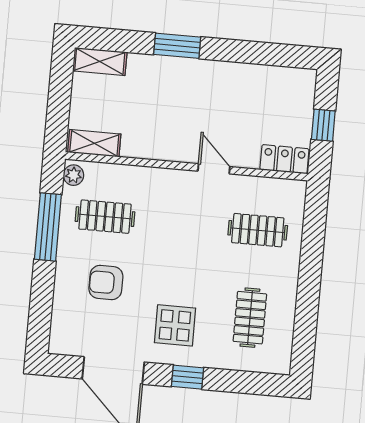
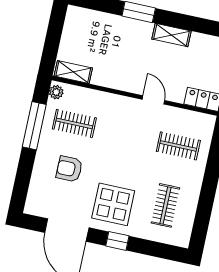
shelving: (100, 61) -> (172, 35), moved
display table: (175, 325) -> (113, 204), width x1.36, depth x1.36

